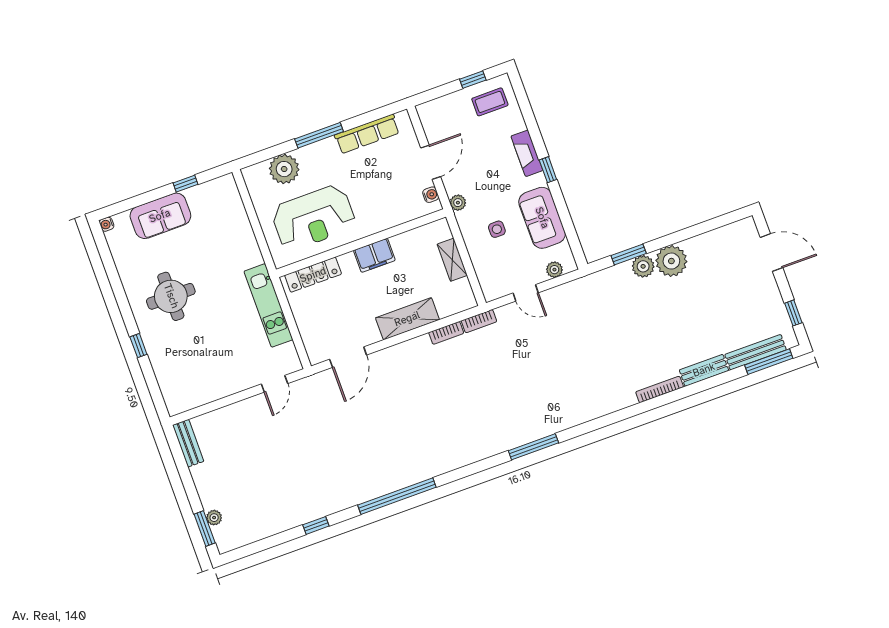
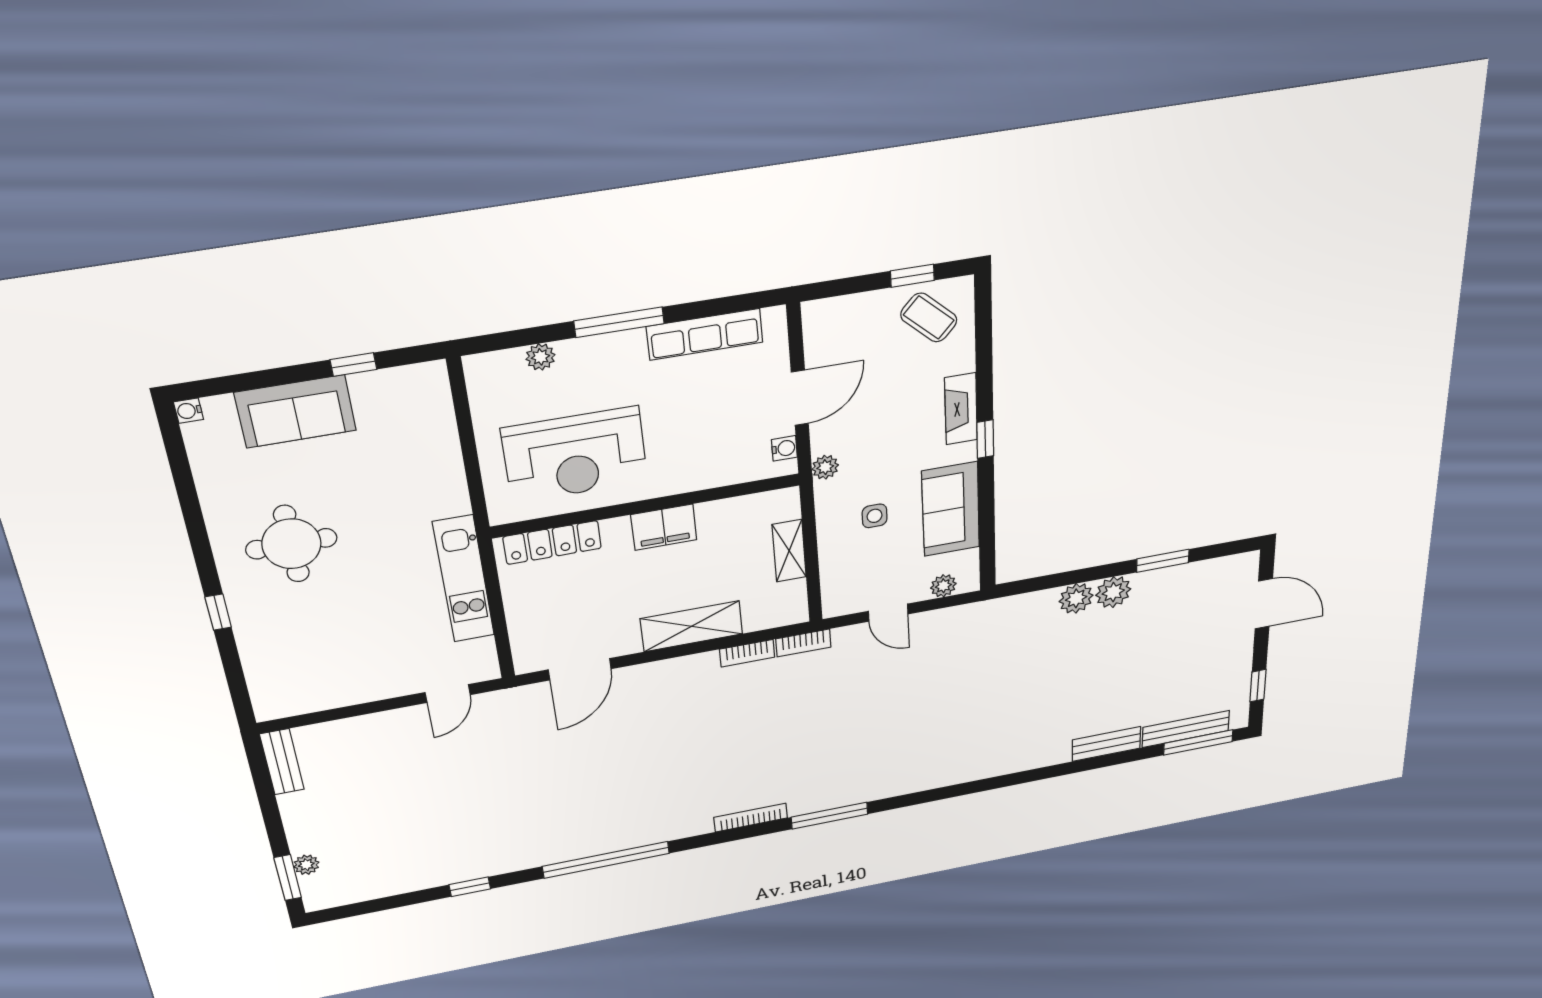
coffee table: (490, 102) -> (929, 318), turned 43
plant: (284, 169) -> (540, 357), width x0.53, depth x0.53
window: (629, 255) -> (1163, 561), moved
plant: (671, 261) -> (1113, 592), width x0.73, depth x0.73
bookcase: (660, 389) -> (751, 818), moved

